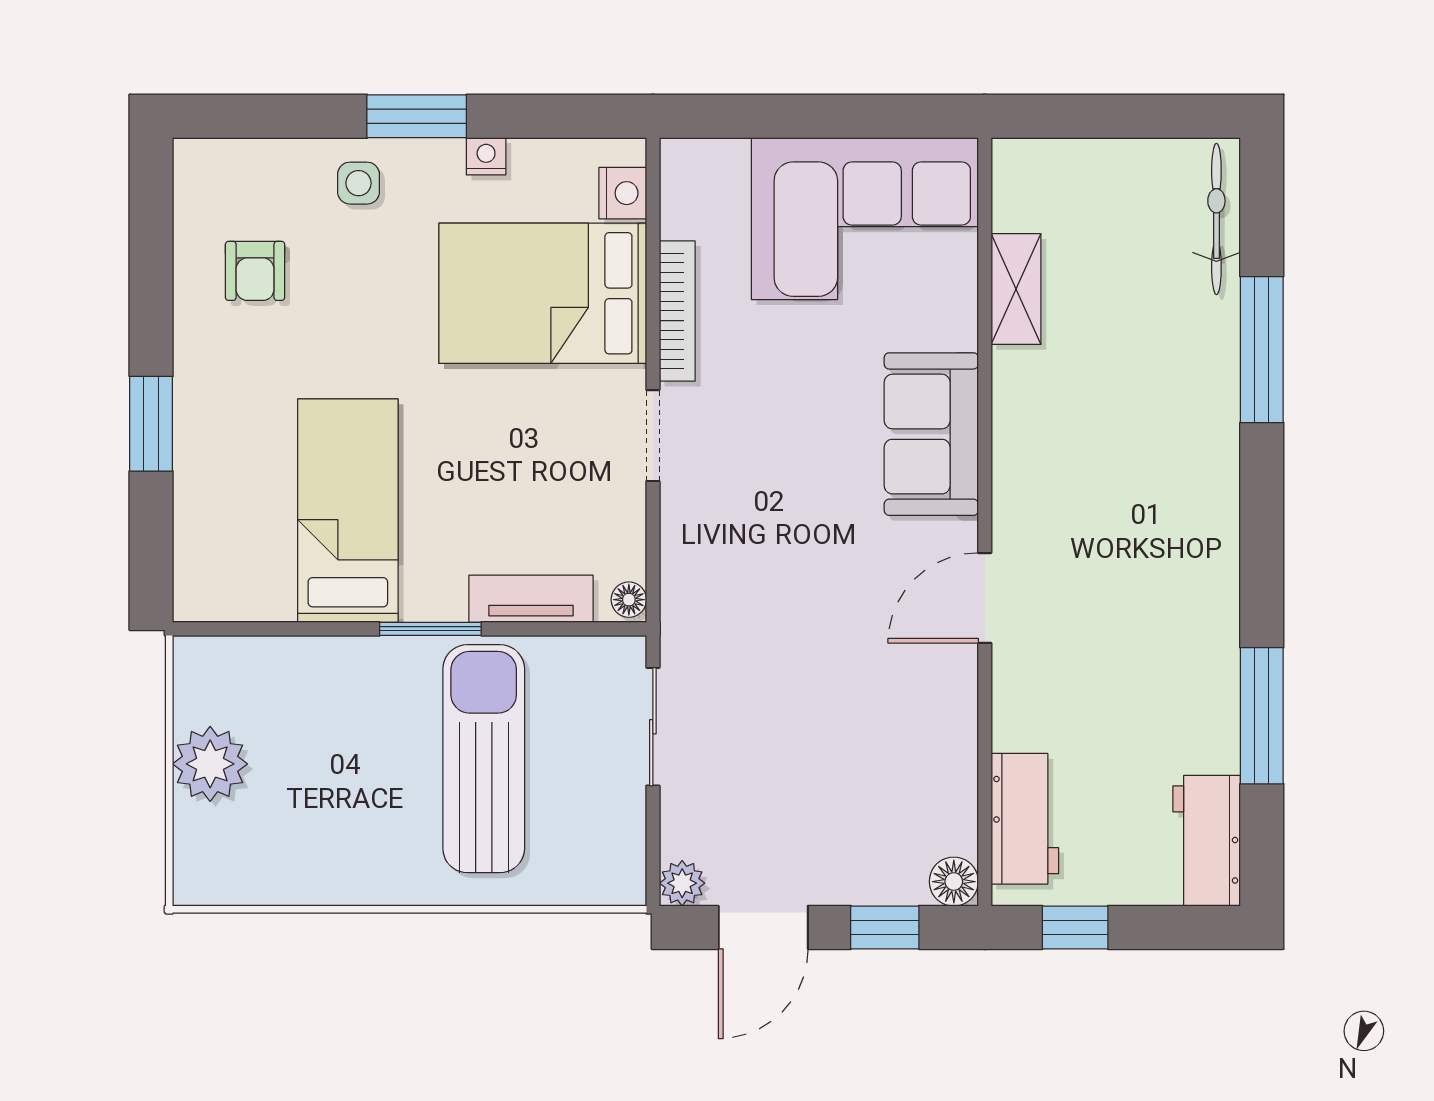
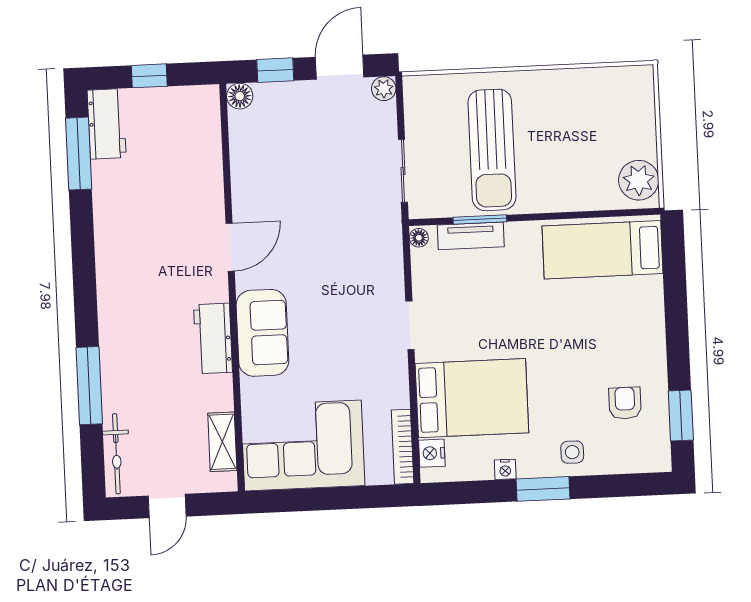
door: (1125, 116) -> (167, 506), added
shelving: (1016, 289) -> (222, 442), moved
bookcase: (677, 311) -> (403, 447), moved
window: (151, 424) -> (681, 416), moved
bed: (348, 511) -> (602, 250), moved, turned 90
window: (430, 629) -> (480, 219), moved
window: (1262, 716) -> (79, 154), moved
plant: (210, 764) -> (639, 180), moved
workbench: (1025, 819) -> (213, 338), moved
window: (1075, 927) -> (149, 76), moved

